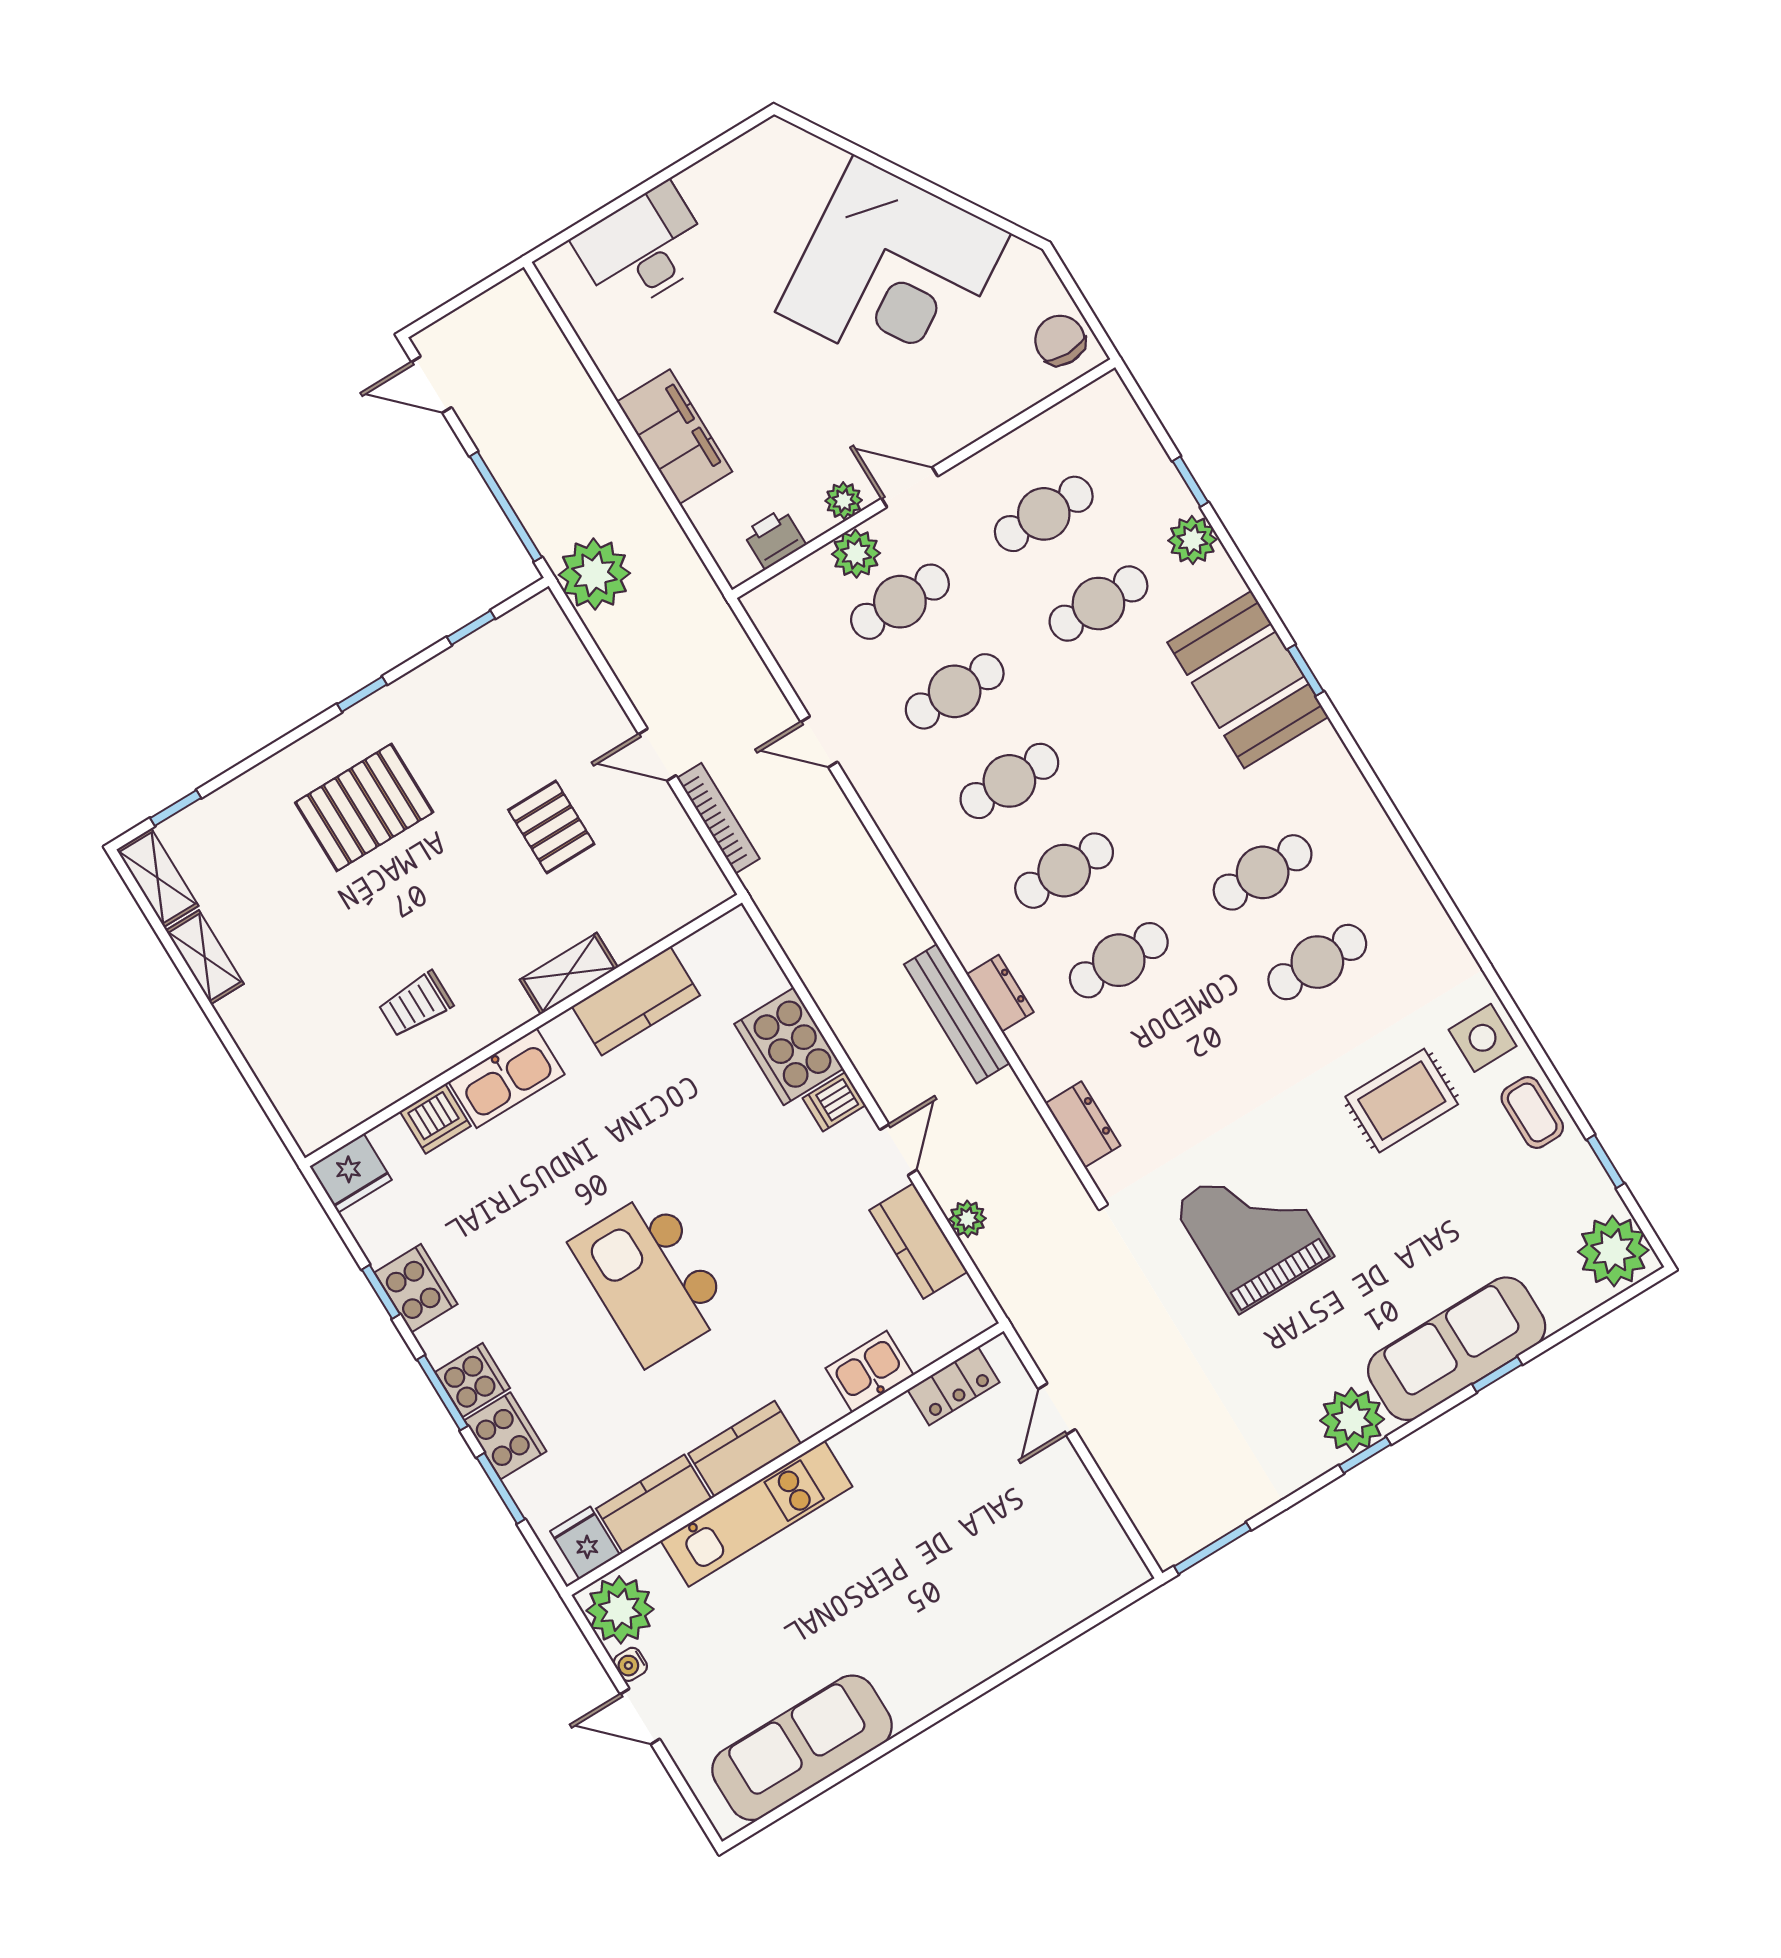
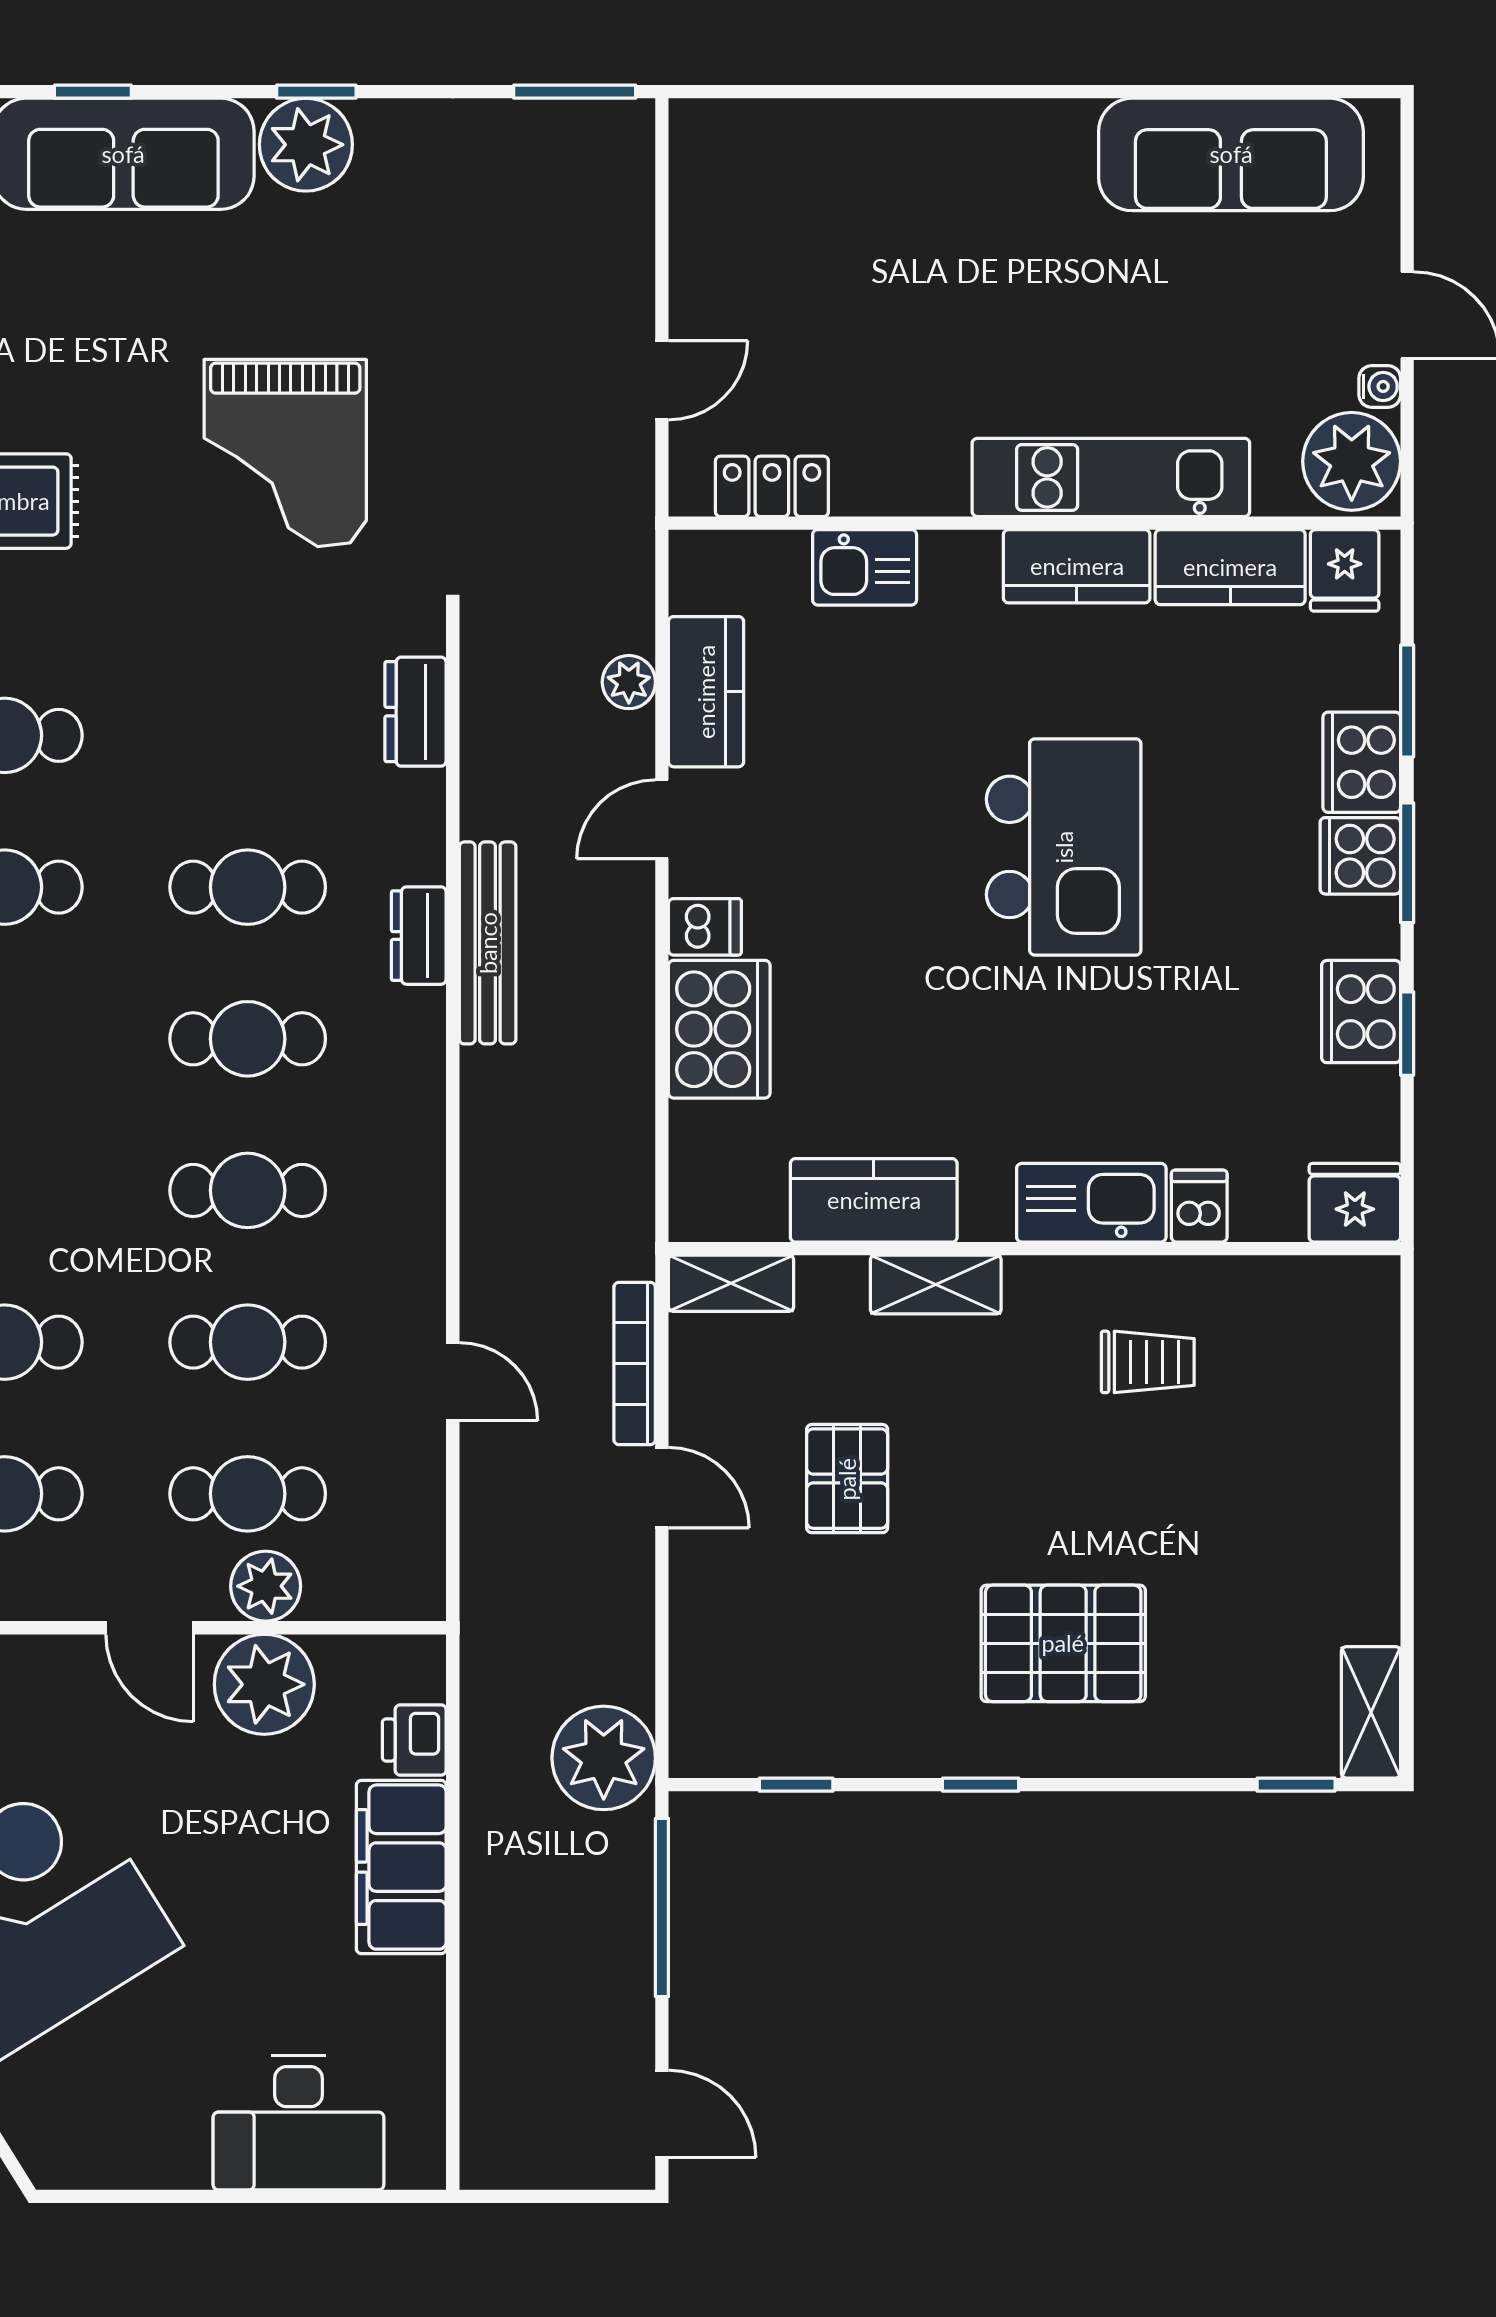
plant: (844, 501) -> (264, 1684), width x1.88, depth x1.88
printer: (774, 539) -> (414, 1740), moved, turned 90
shelving: (205, 957) -> (731, 1283), moved, turned 90
dishwasher: (435, 1119) -> (1199, 1206), width x0.73

